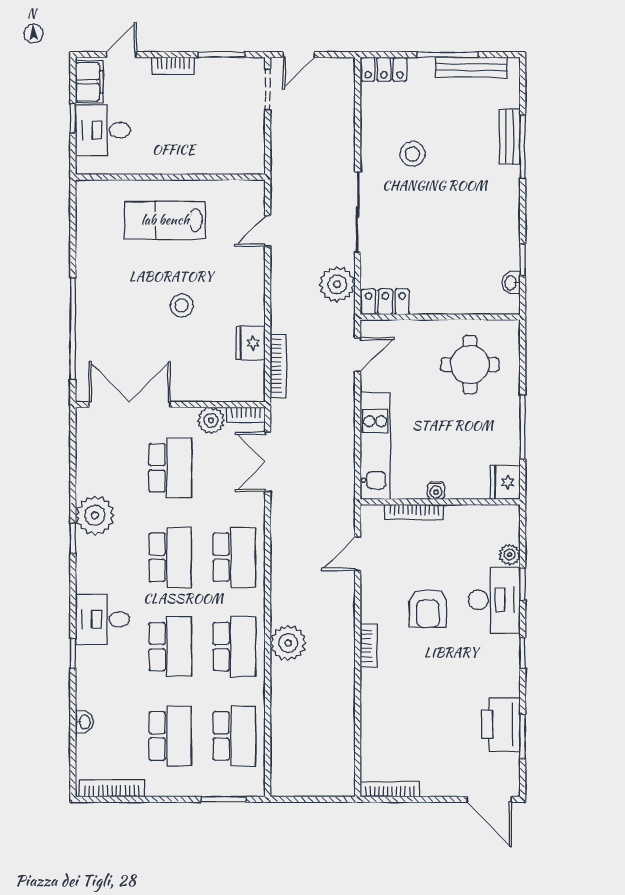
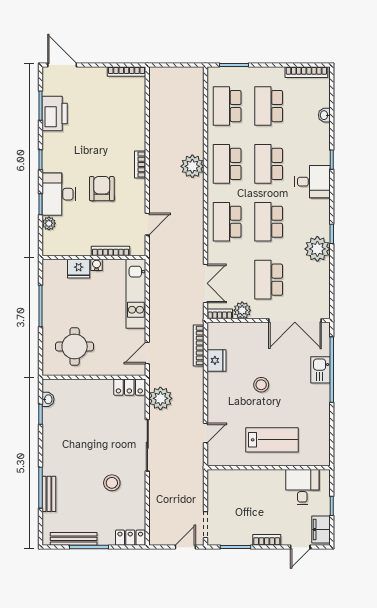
desk: (103, 130) -> (302, 487), moved, turned -90
kitchen sink: (90, 328) -> (320, 370), added
fridge: (505, 482) -> (79, 269), moved, turned 90

